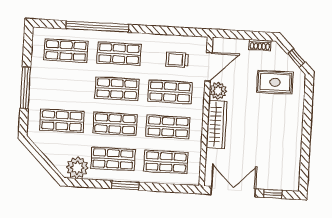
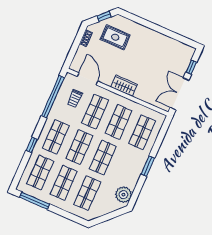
window: (97, 27) -> (32, 145), width x0.32
window: (169, 31) -> (53, 97), added
rug: (275, 82) -> (115, 37), turned 90
window: (25, 88) -> (35, 201), moved
plant: (218, 91) -> (107, 78), removed
wardrobe: (217, 125) -> (124, 86), width x0.67
shop shelf: (113, 159) -> (64, 183), moved

